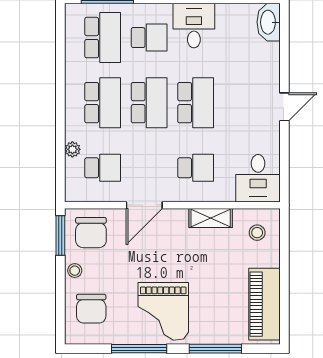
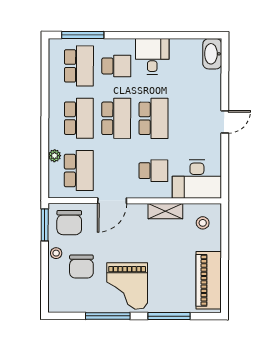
school desk: (103, 168) -> (79, 171), width x1.85
desk: (258, 178) -> (197, 179), width x1.37
chair: (91, 309) -> (81, 266), moved

